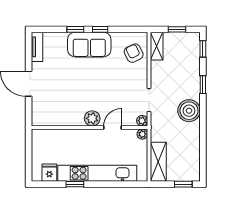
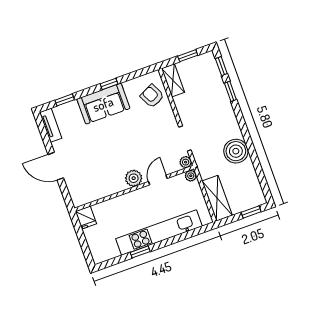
window: (75, 29) -> (65, 100), moved
window: (203, 85) -> (230, 91), moved
boiler: (189, 111) -> (236, 151), moved
fridge: (49, 173) -> (86, 218), moved, turned 180

